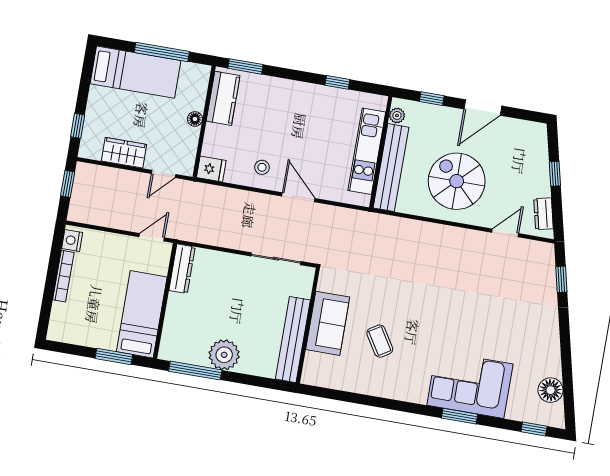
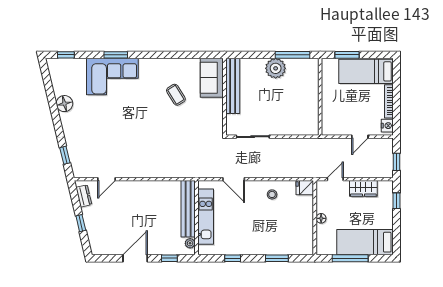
window: (245, 66) -> (277, 258), moved
kitchen counter: (223, 98) -> (305, 235), removed
spiral stairs: (457, 181) -> (144, 207), removed
door: (298, 197) -> (234, 179), moved
door: (152, 237) -> (360, 137), moved
dresser: (182, 269) -> (313, 120), removed
bed: (142, 314) -> (366, 71), moved, turned 90
sofa: (328, 323) -> (212, 78), moved
floor lamp: (551, 390) -> (64, 104), moved

